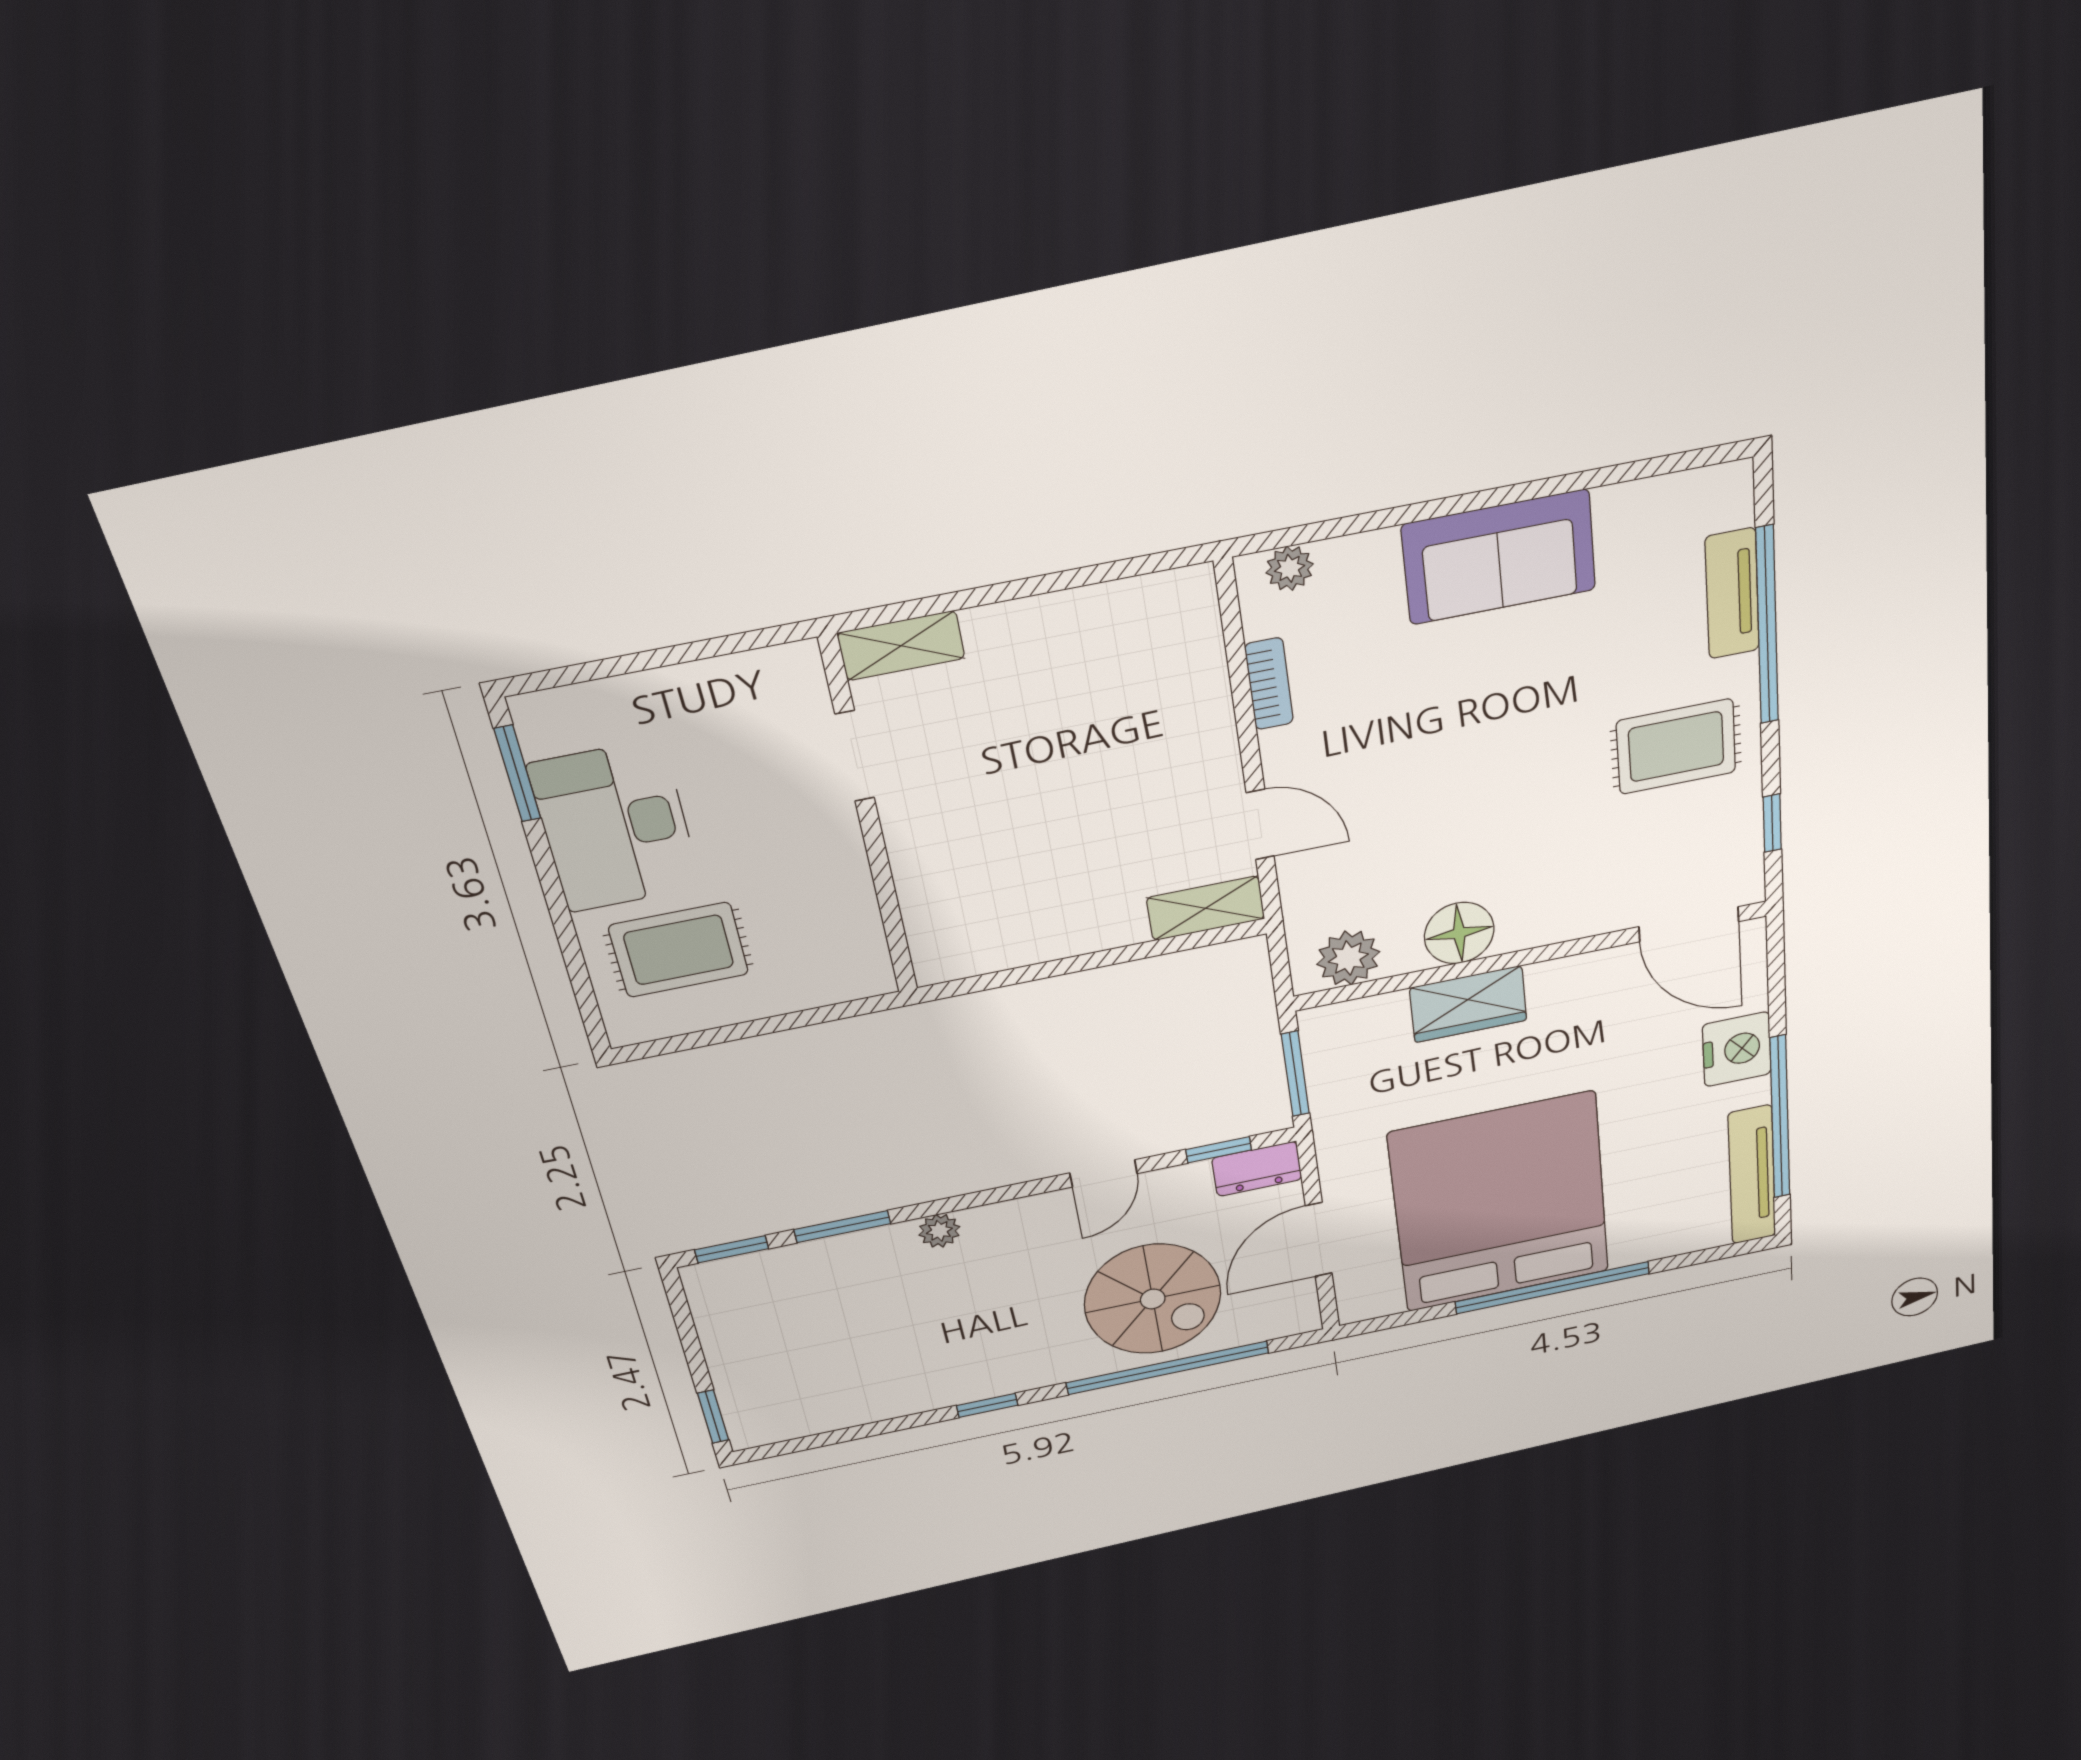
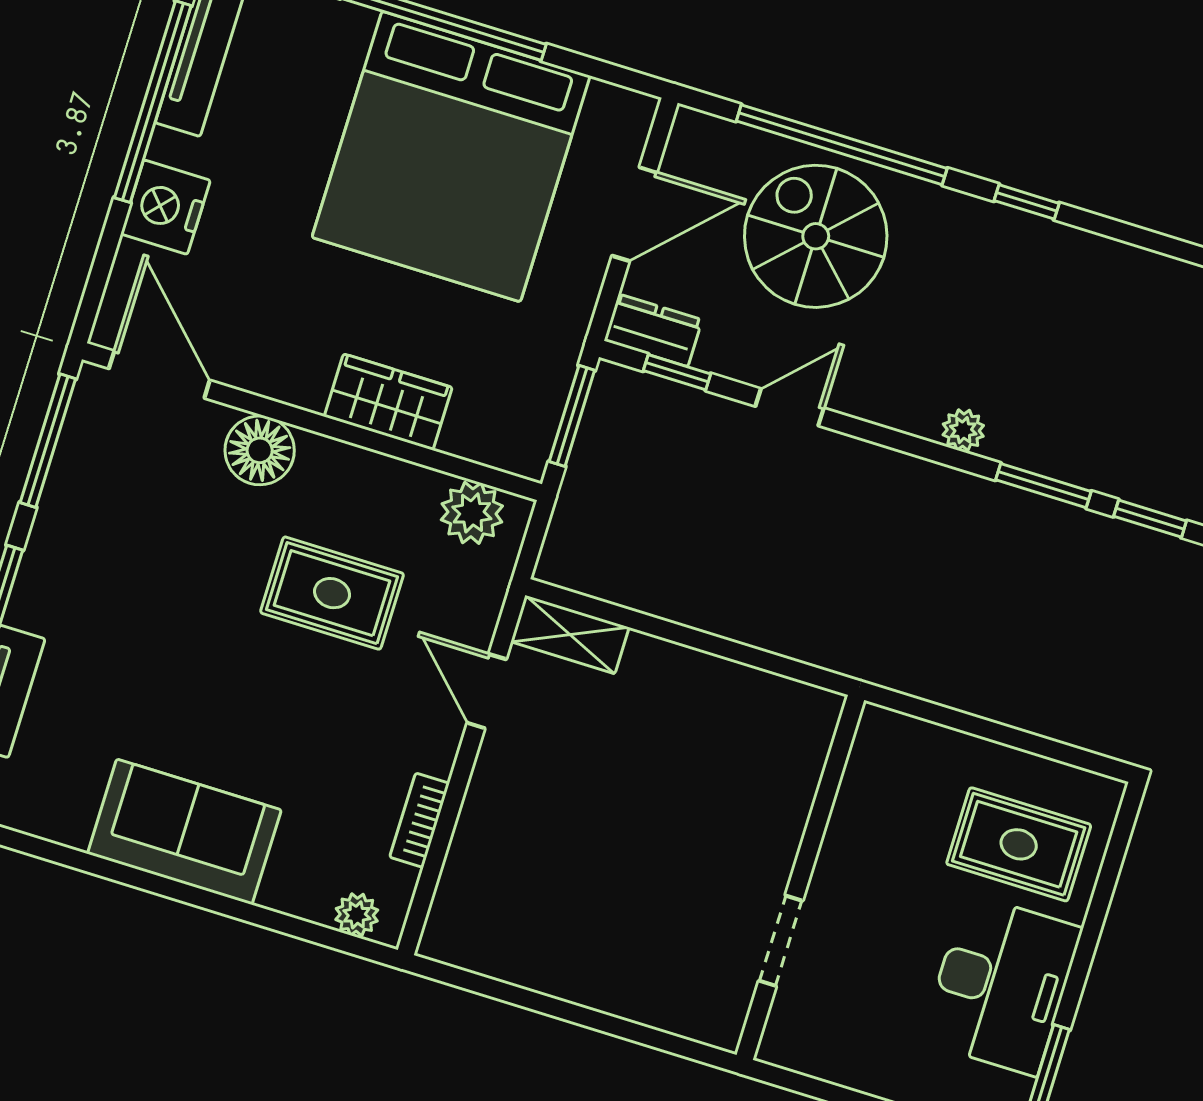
shelving: (901, 646) -> (693, 1016), removed
rug: (1676, 747) -> (332, 593), moved
window: (1772, 823) -> (48, 441), width x2.17
floor lamp: (1459, 933) -> (260, 450), moved

